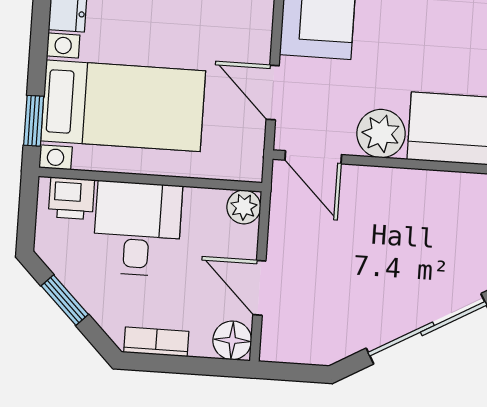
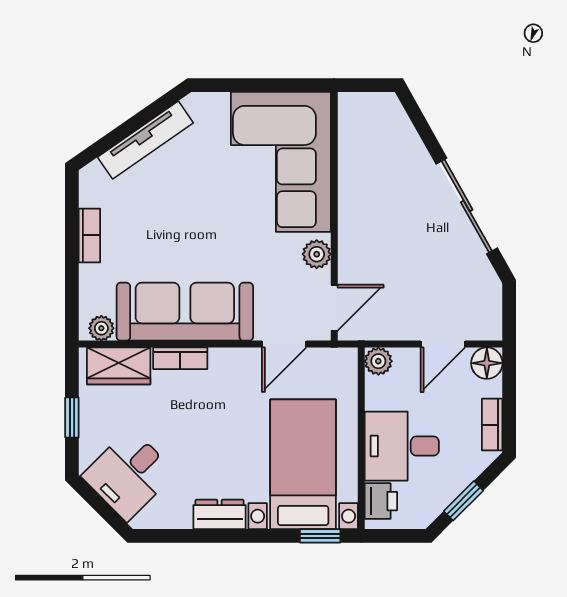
plant: (381, 134) -> (317, 254), width x0.73, depth x0.73

